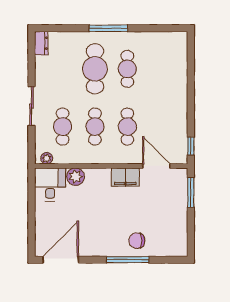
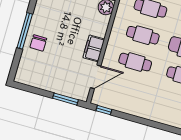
chair: (137, 241) -> (38, 43), turned 180

